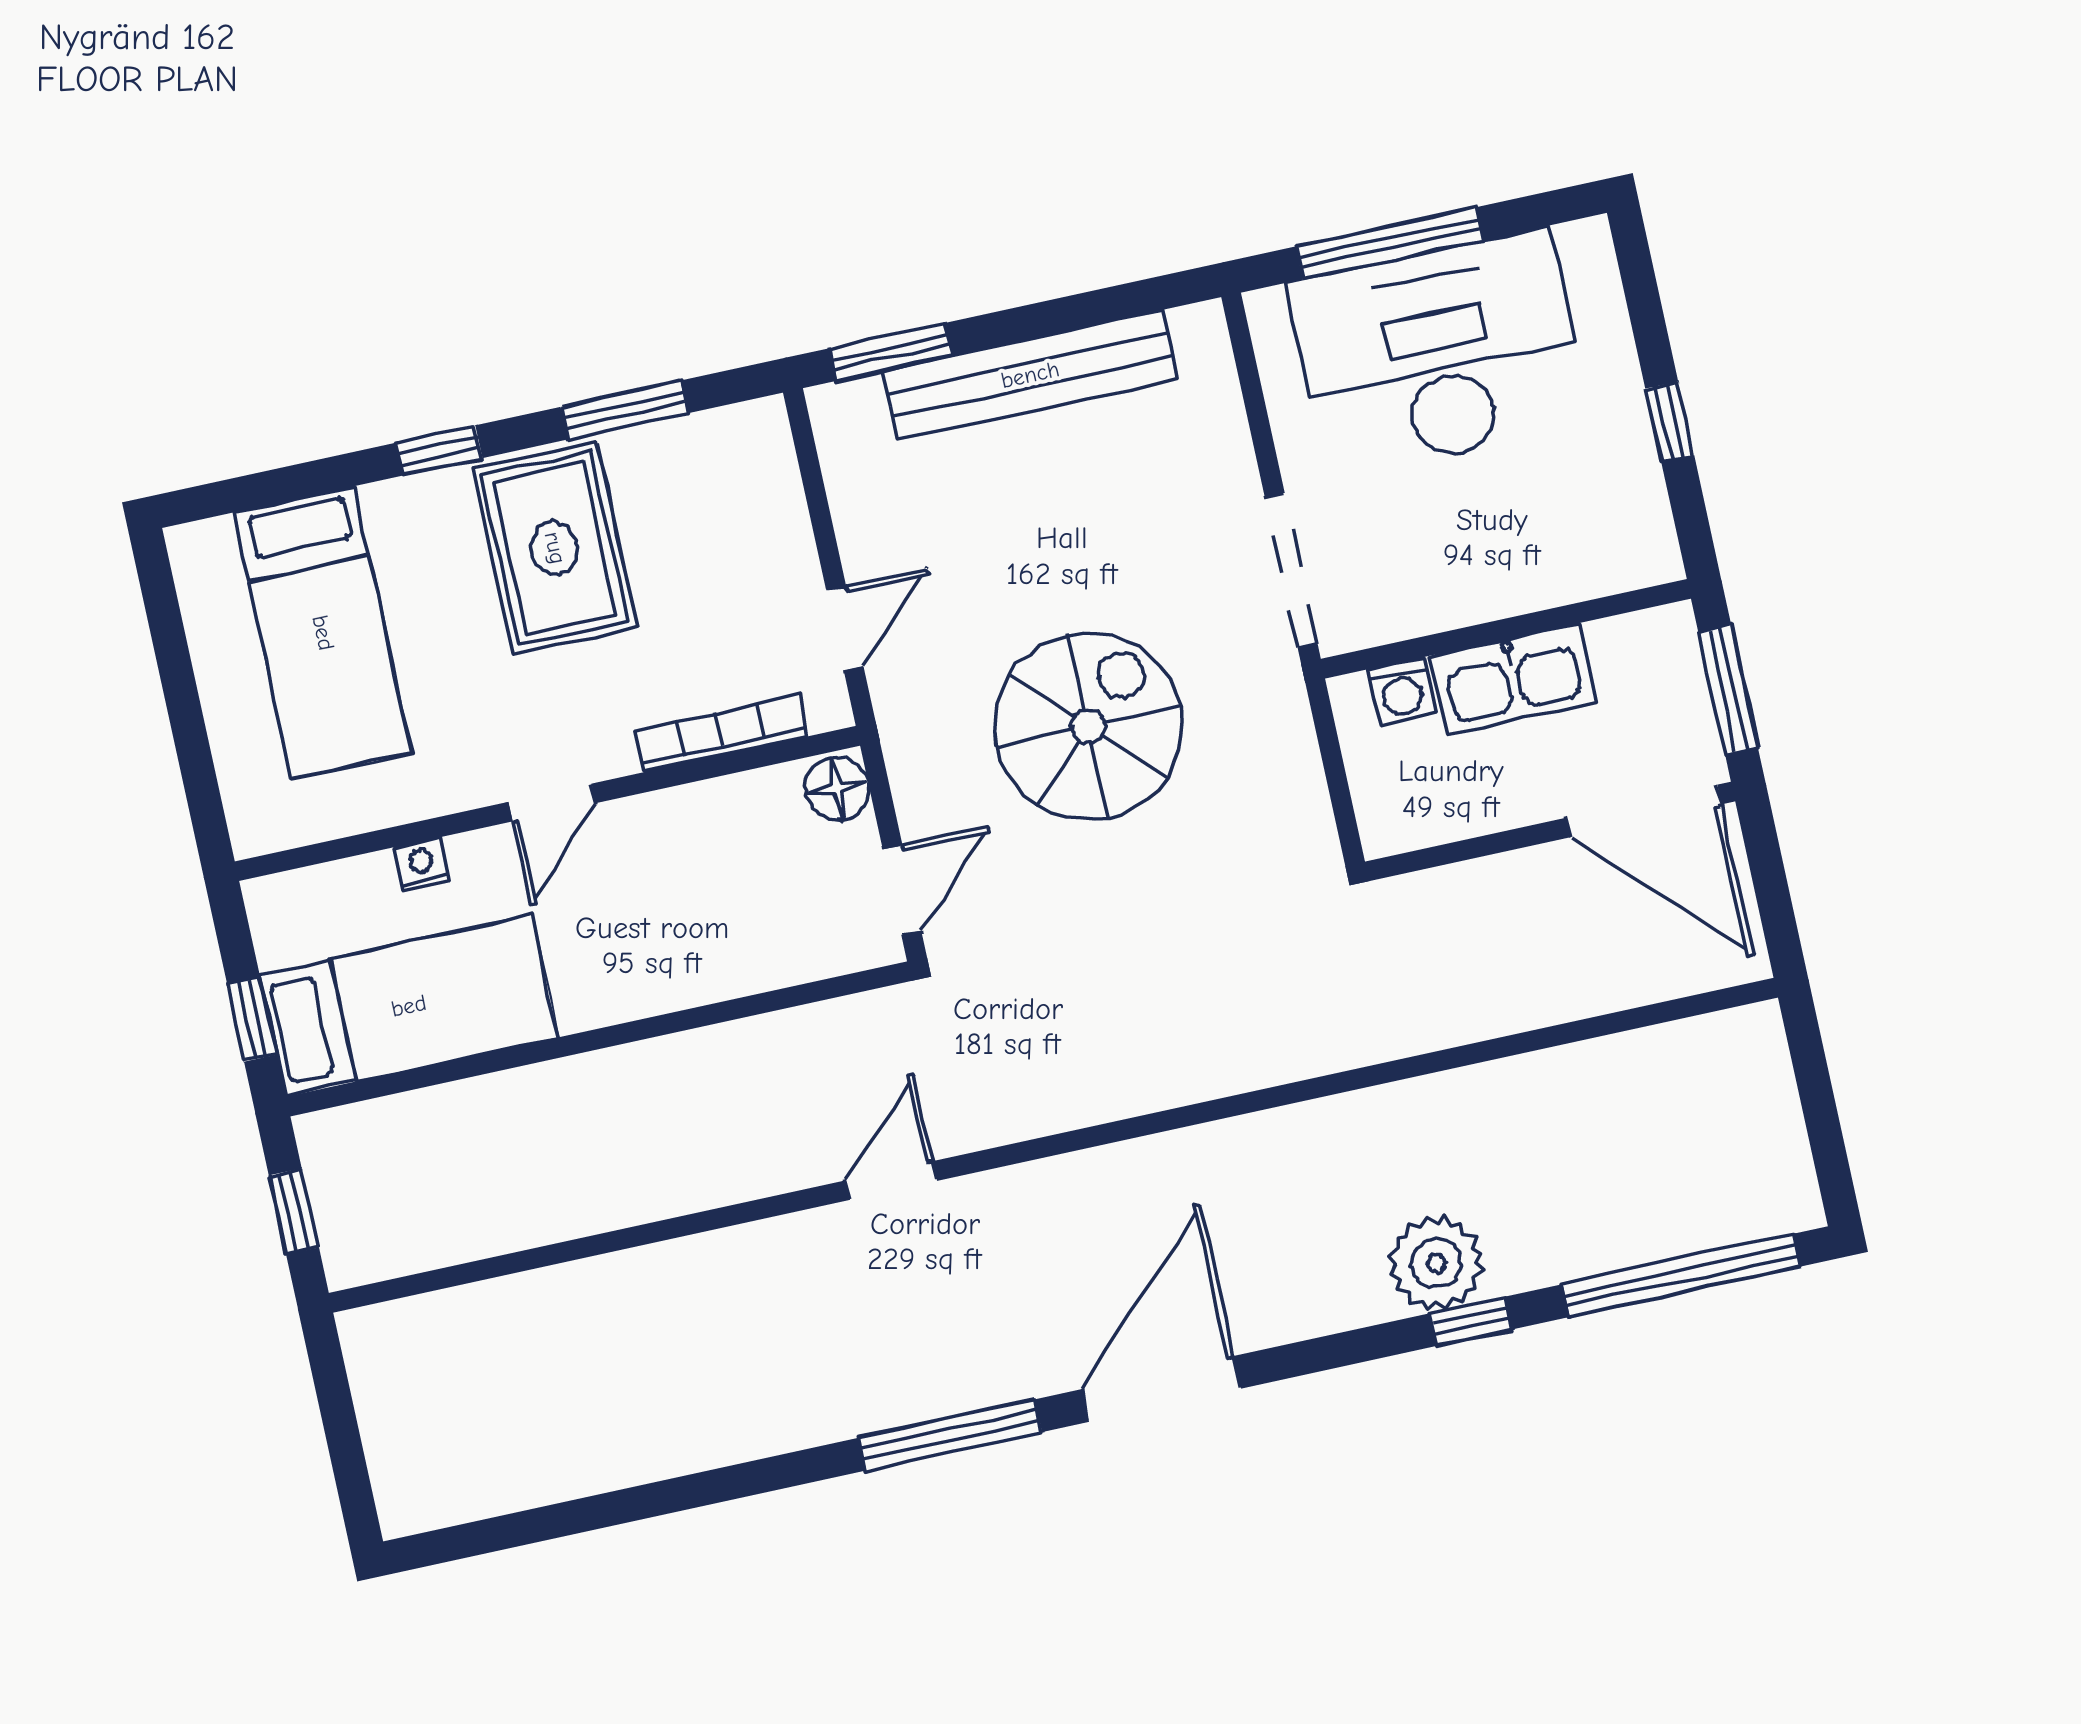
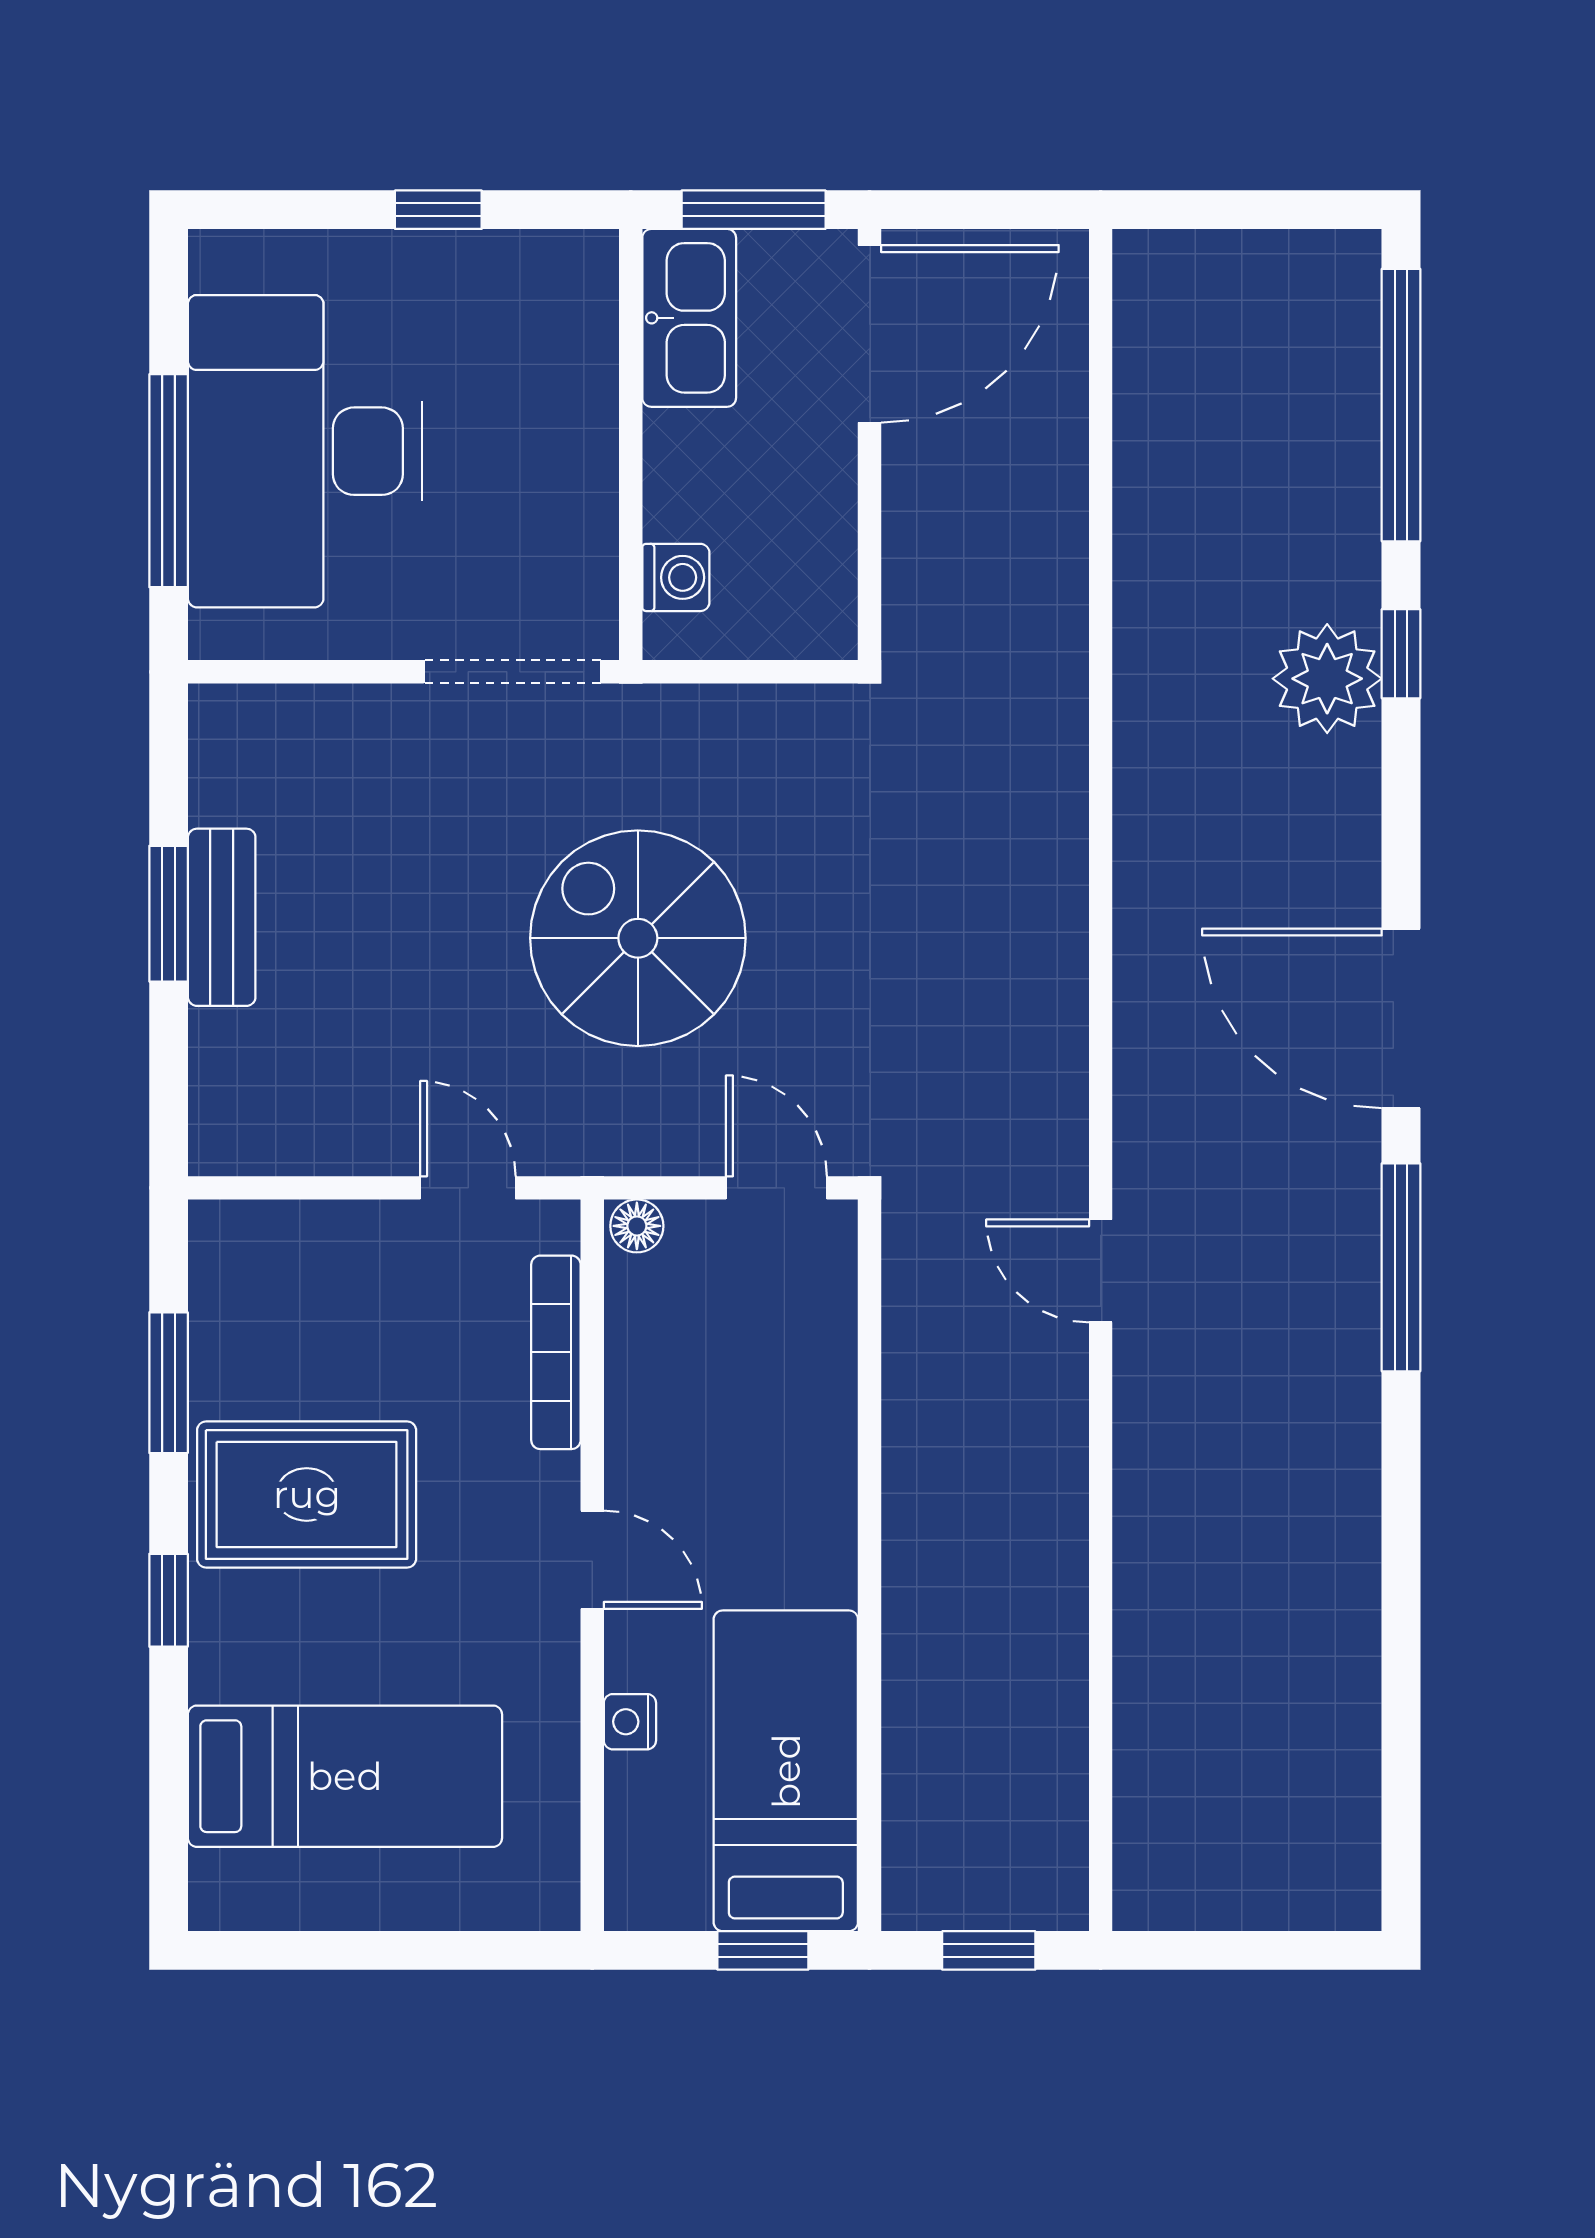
window: (891, 352) -> (169, 914), moved
bench: (1030, 375) -> (222, 917), width x0.54, depth x0.82
kitchen sink: (1513, 679) -> (689, 318), moved
floor lamp: (837, 789) -> (637, 1226), width x0.73, depth x0.73

